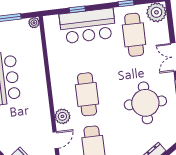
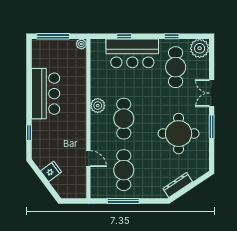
plant: (62, 116) -> (98, 106), moved
door: (56, 140) -> (88, 159), hinge flipped

